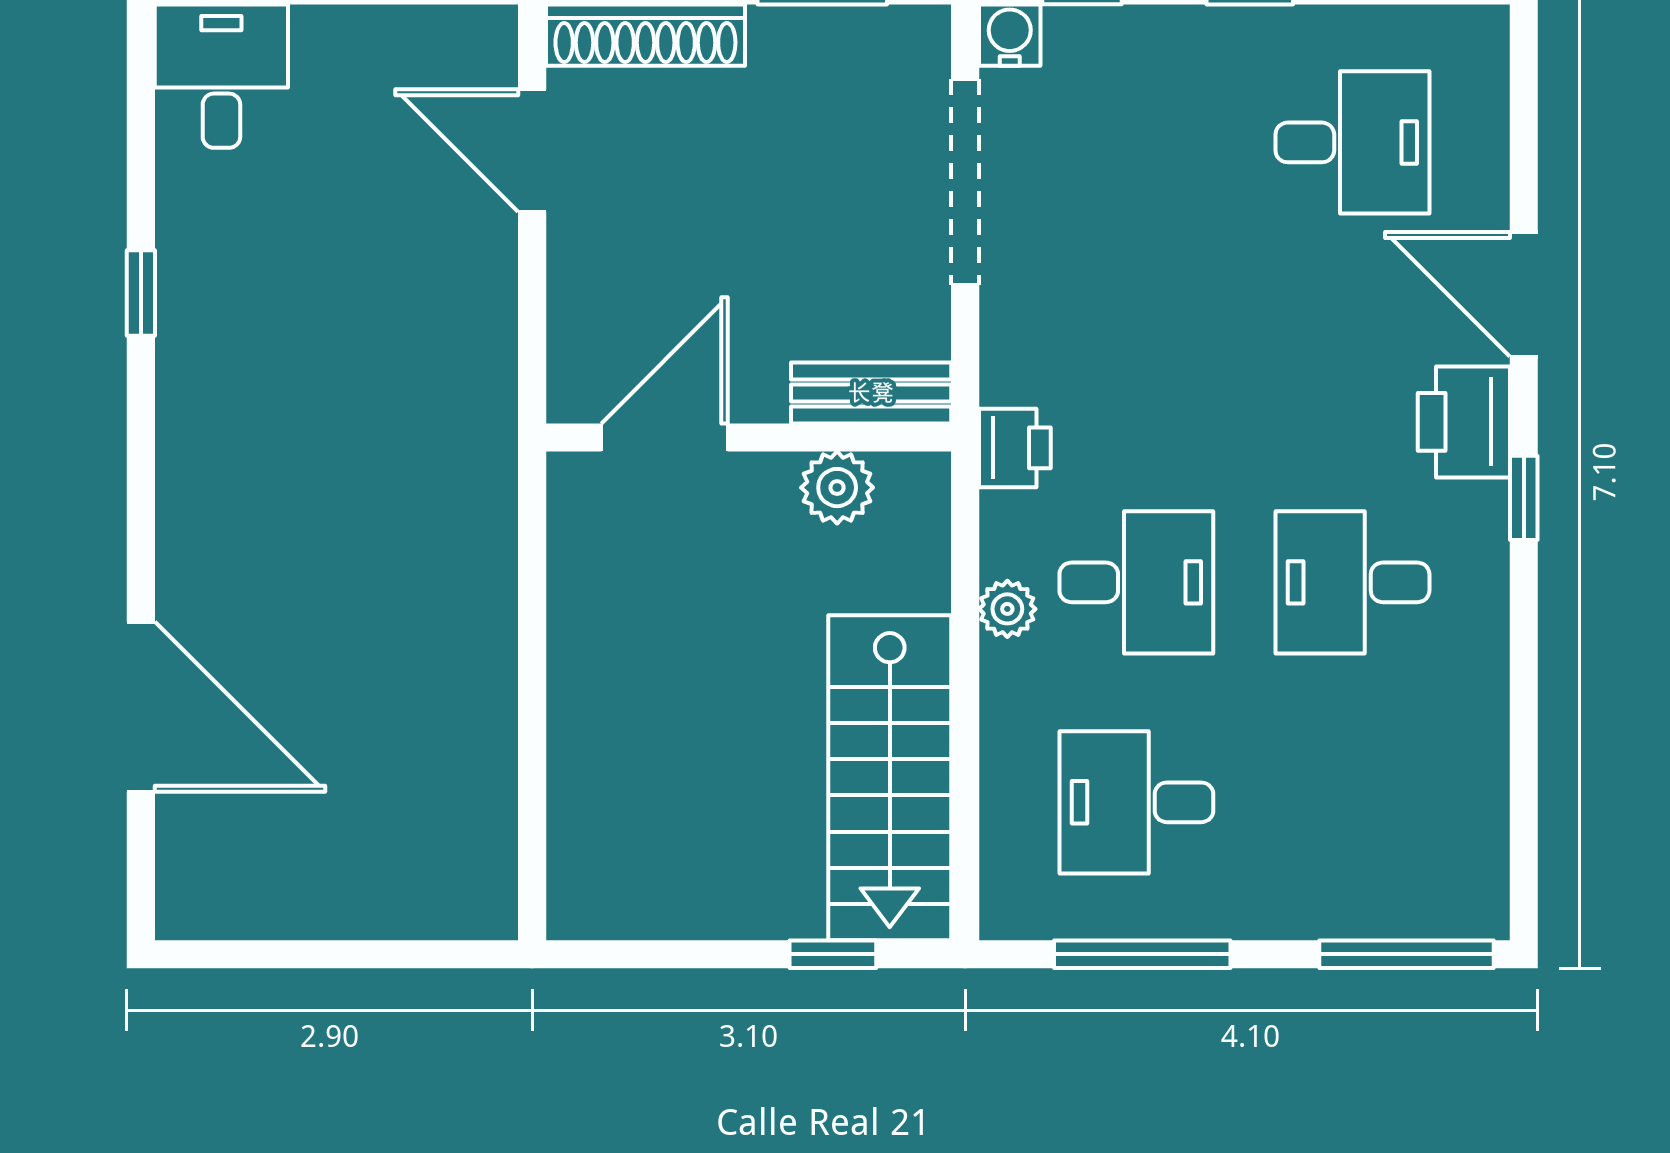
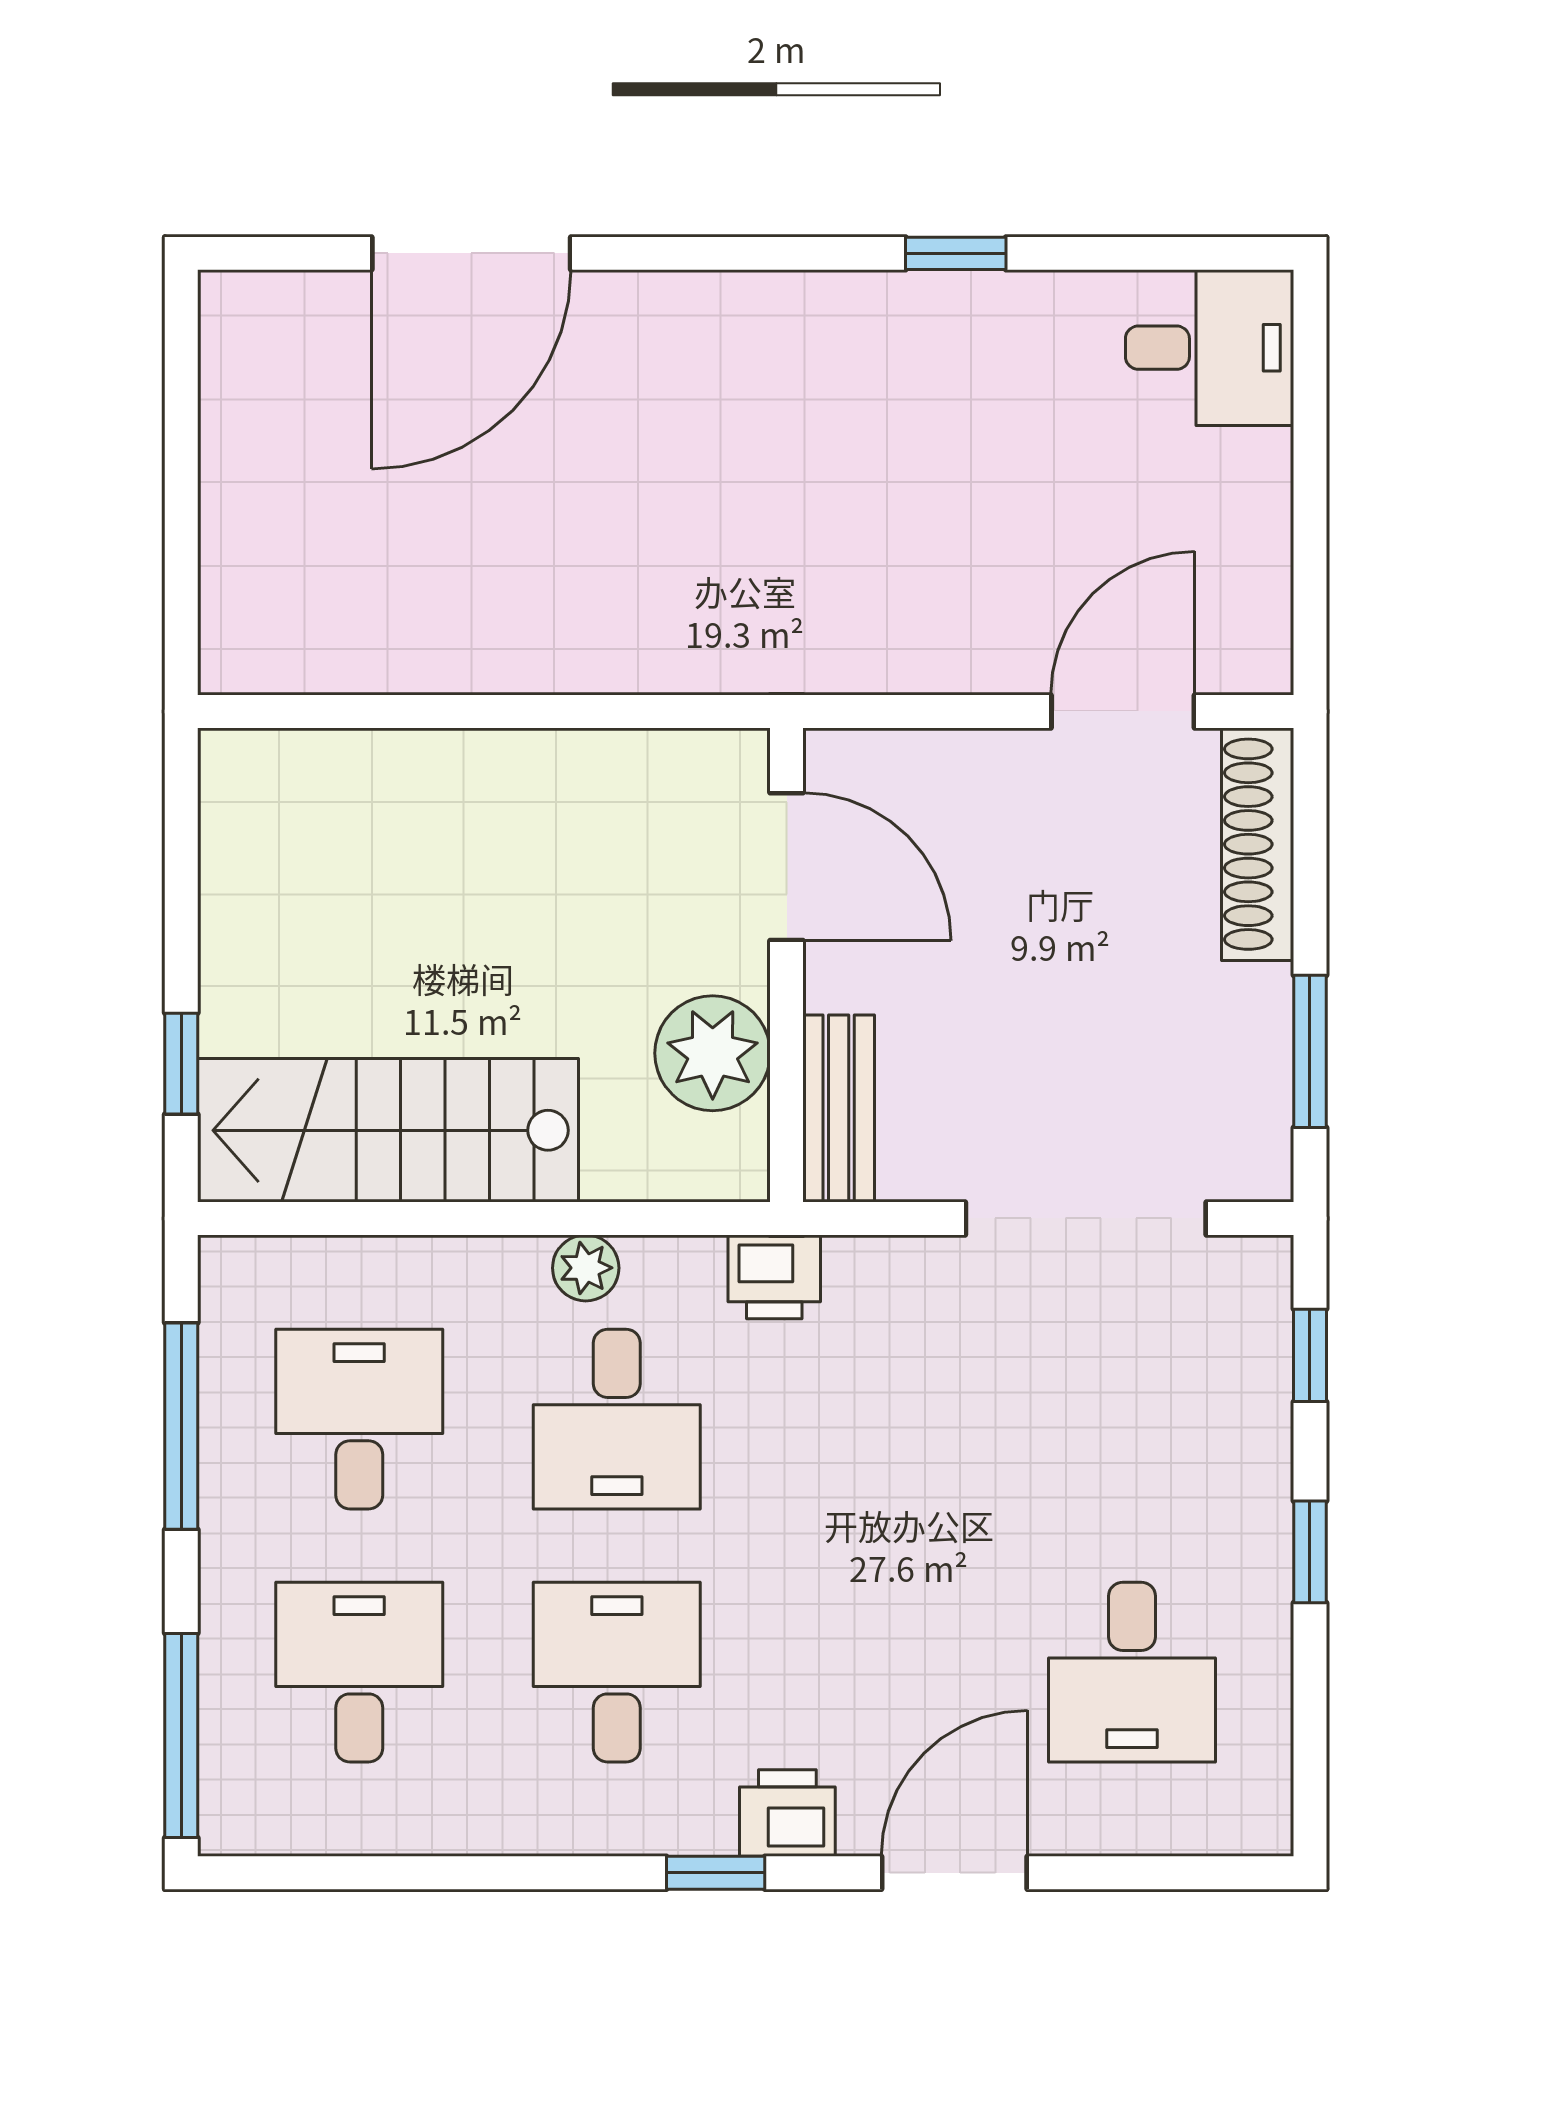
water cooler: (1010, 35) -> (1258, 1271), removed
printer: (1464, 422) -> (787, 1813), width x0.73, depth x0.81
plant: (837, 488) -> (713, 1053), width x1.36, depth x1.36
desk: (1352, 802) -> (359, 1672), added

